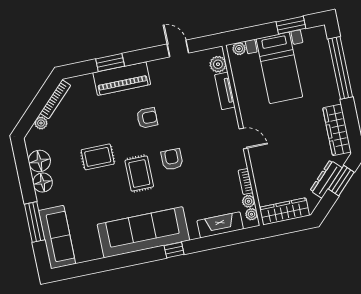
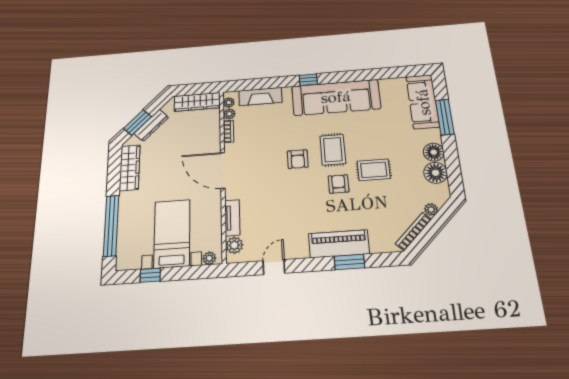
window: (291, 25) -> (150, 275), width x0.67
door: (178, 49) -> (274, 267), swing flipped
armchair: (147, 118) -> (338, 184), moved, turned 90
door: (243, 138) -> (223, 170), width x1.88

